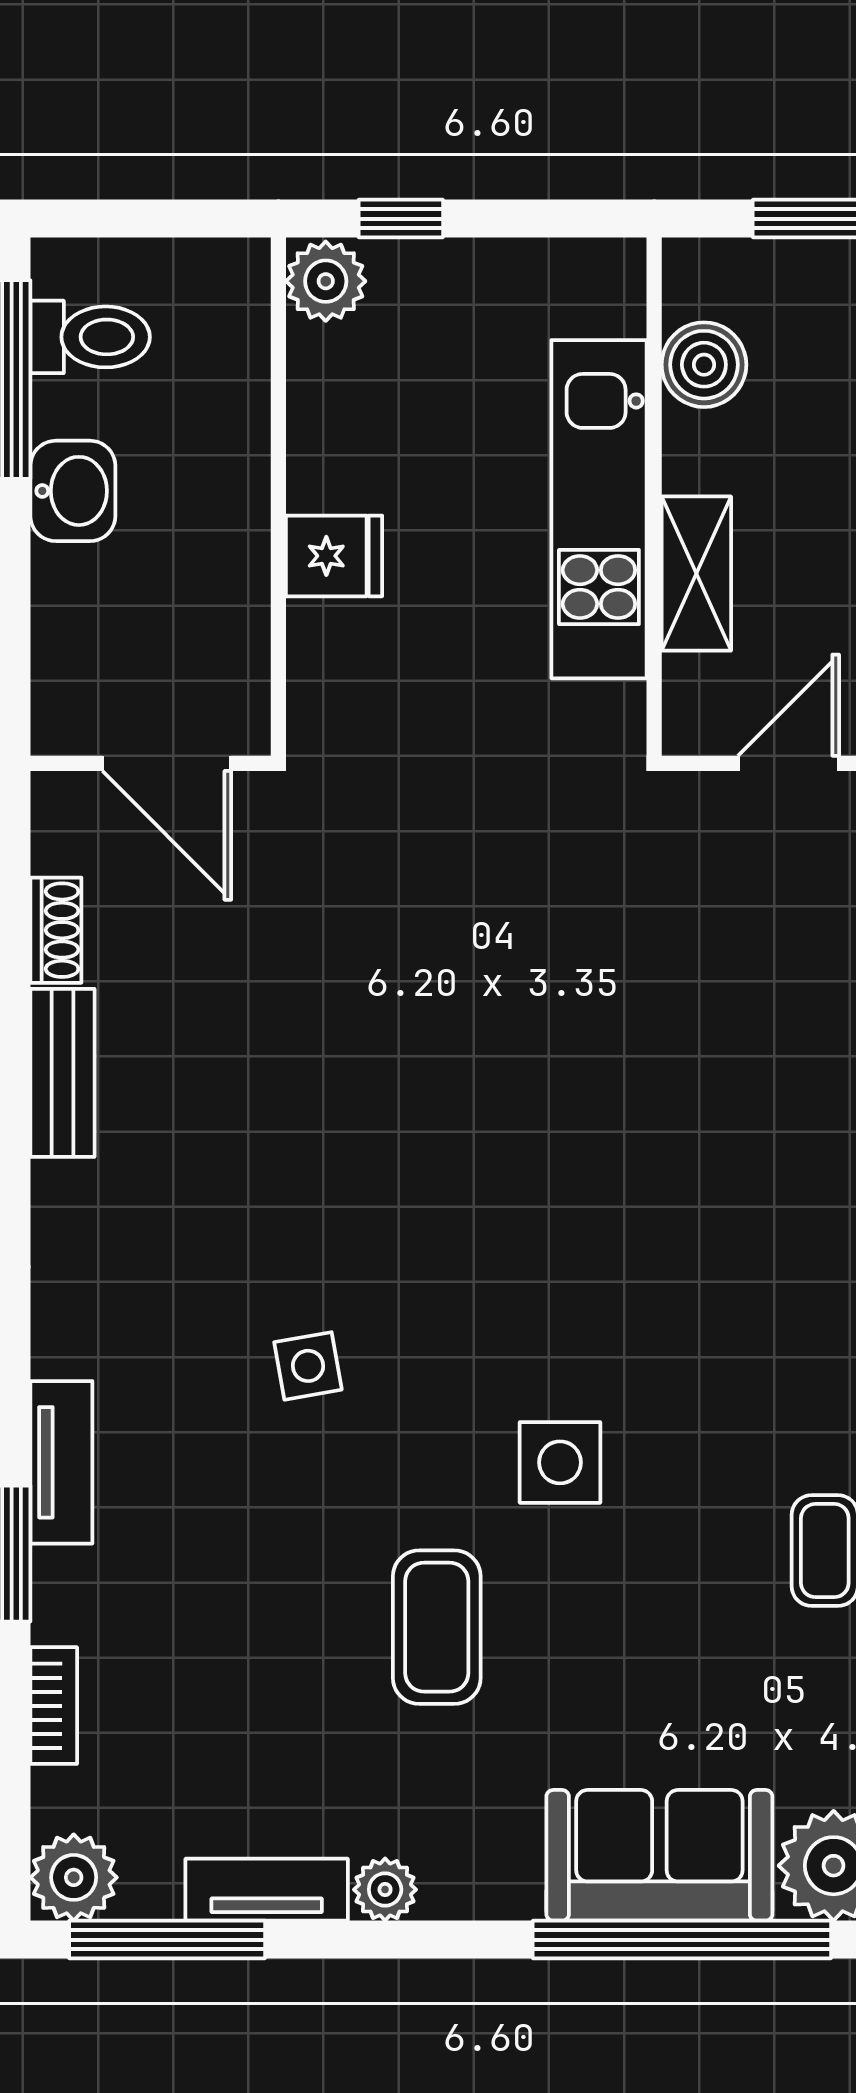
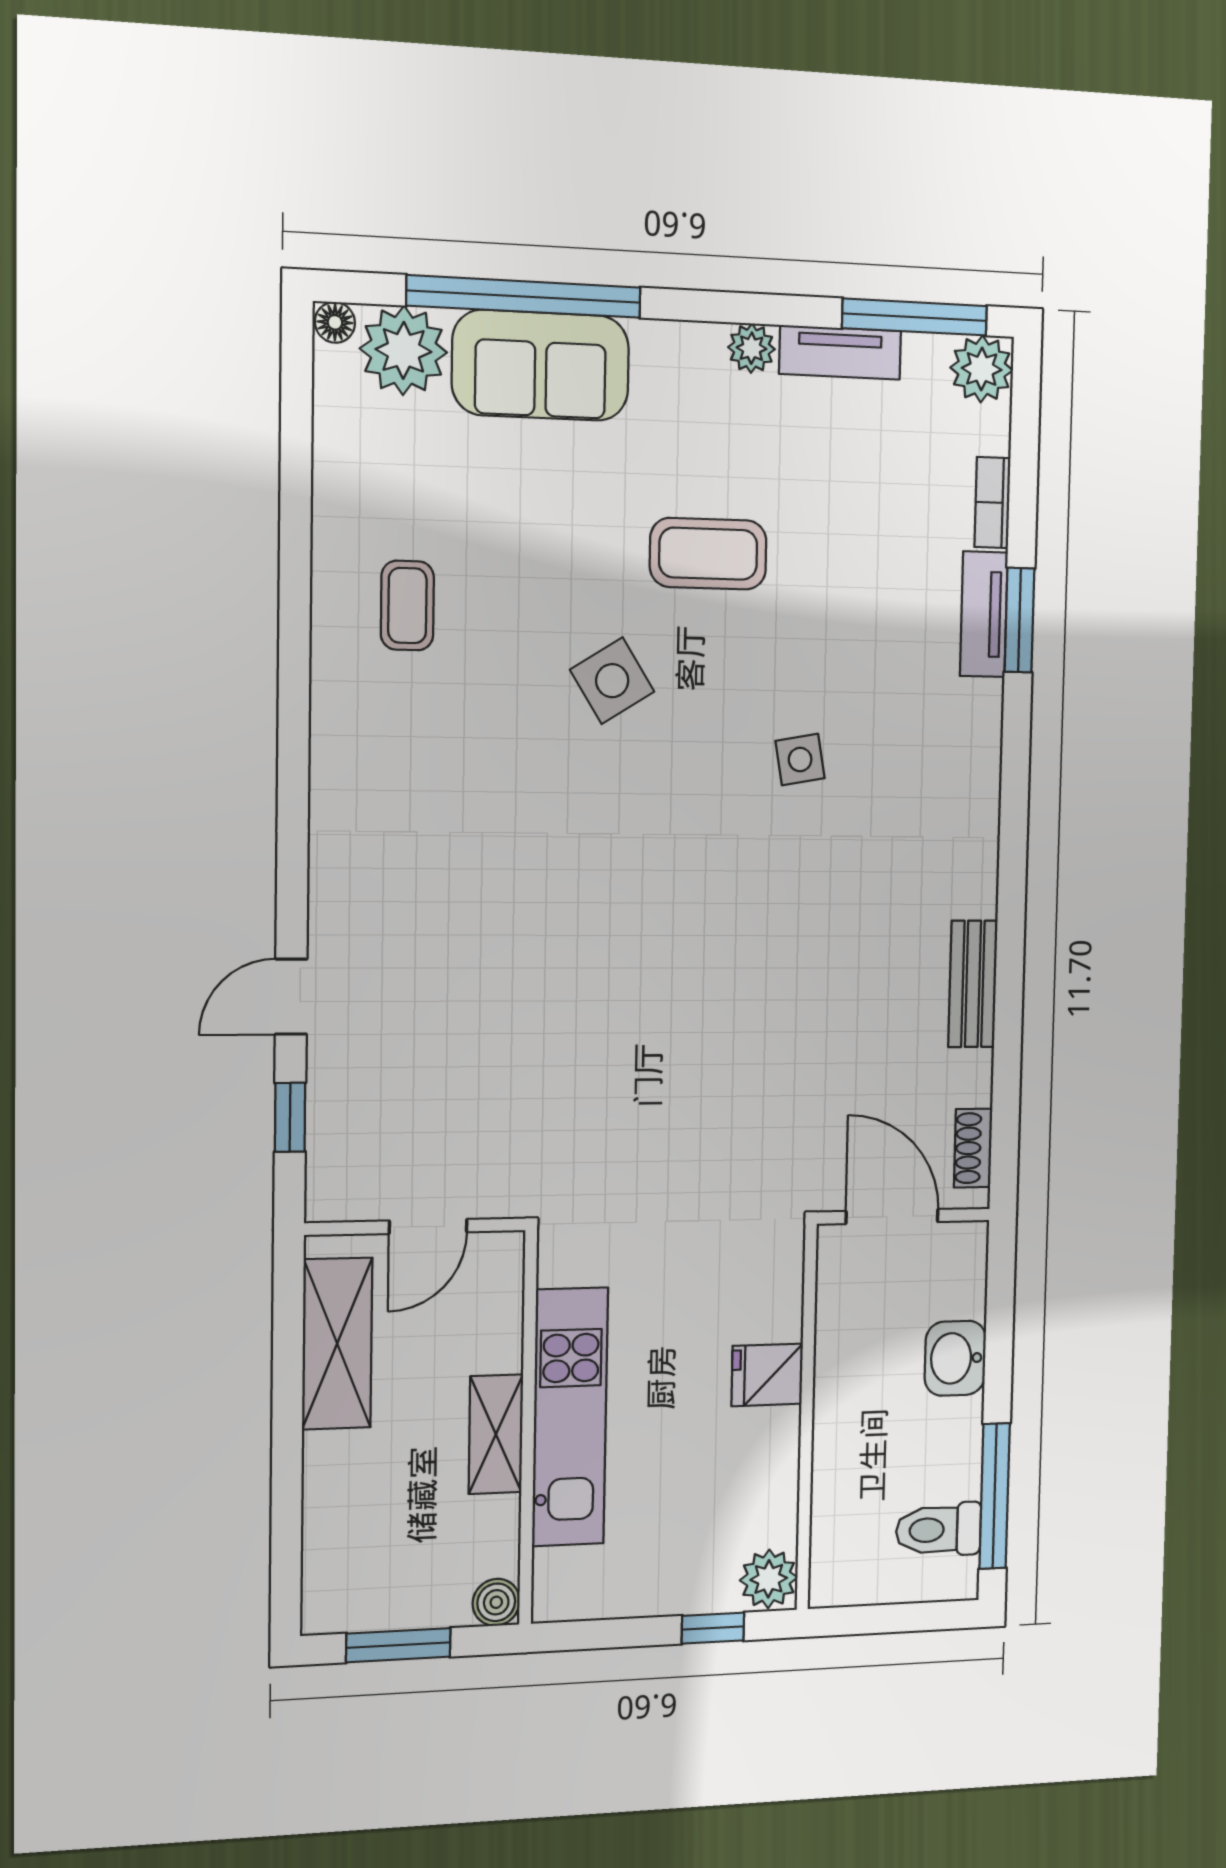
boiler: (704, 365) -> (496, 1602), moved, width x0.73, depth x0.73
washbasin: (73, 491) -> (955, 1358), moved
shelving: (696, 574) -> (496, 1434), moved
shoe rack: (56, 930) -> (973, 1148), moved
tv unit: (61, 1462) -> (984, 614), moved
side table: (560, 1462) -> (612, 681), turned -32
coffee table: (437, 1627) -> (708, 554), turned 90

